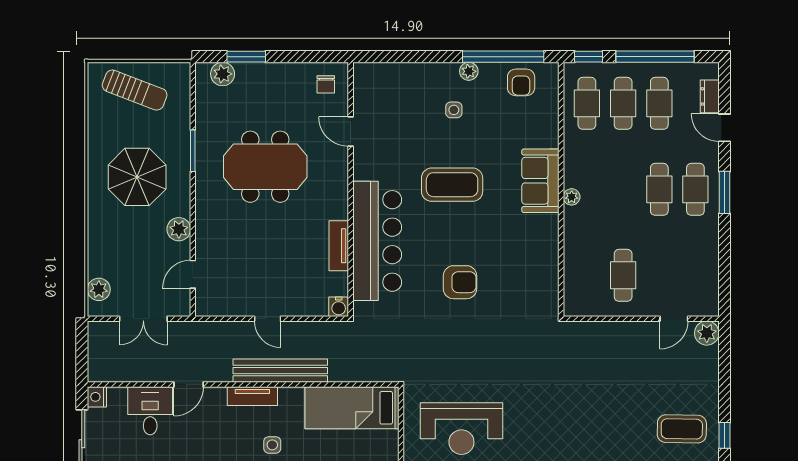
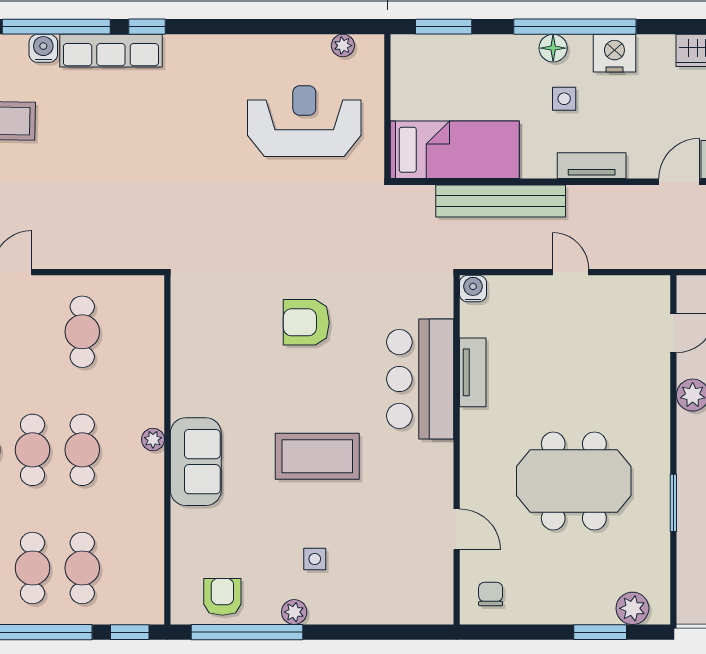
cafe table: (587, 103) -> (82, 450), moved
bar counter: (377, 241) -> (420, 379), width x0.73
bench: (280, 371) -> (501, 201), moved

